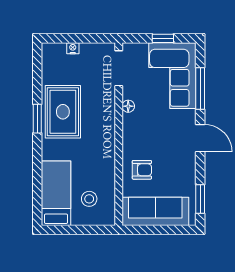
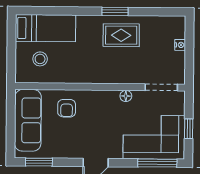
window: (200, 88) -> (157, 163), moved
rug: (63, 112) -> (121, 35), width x0.73, depth x0.70

